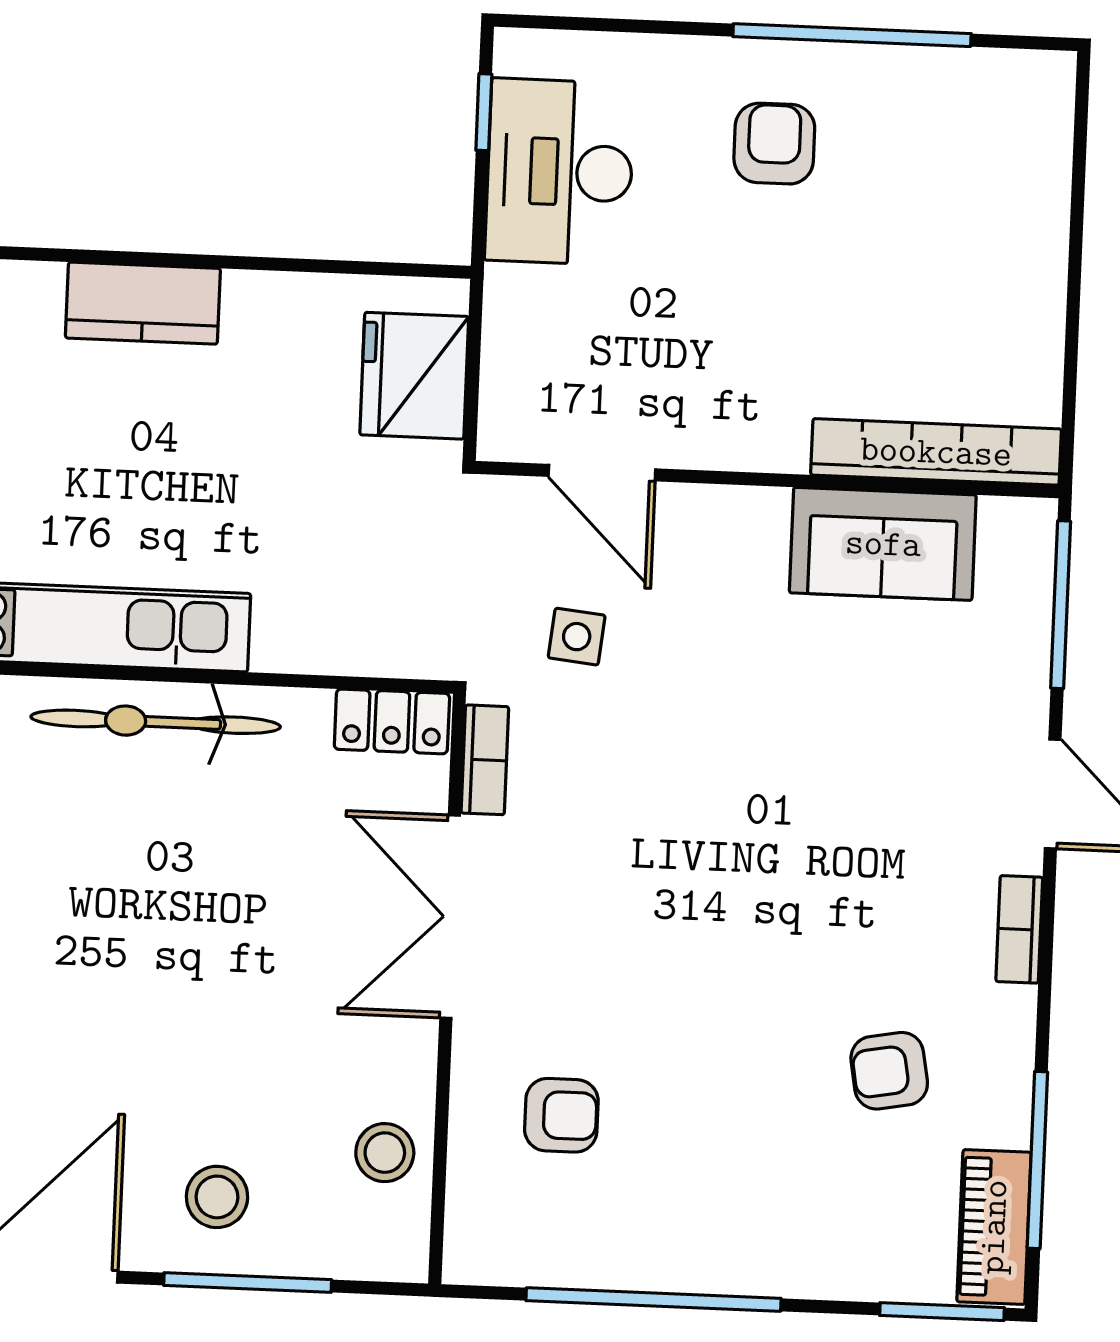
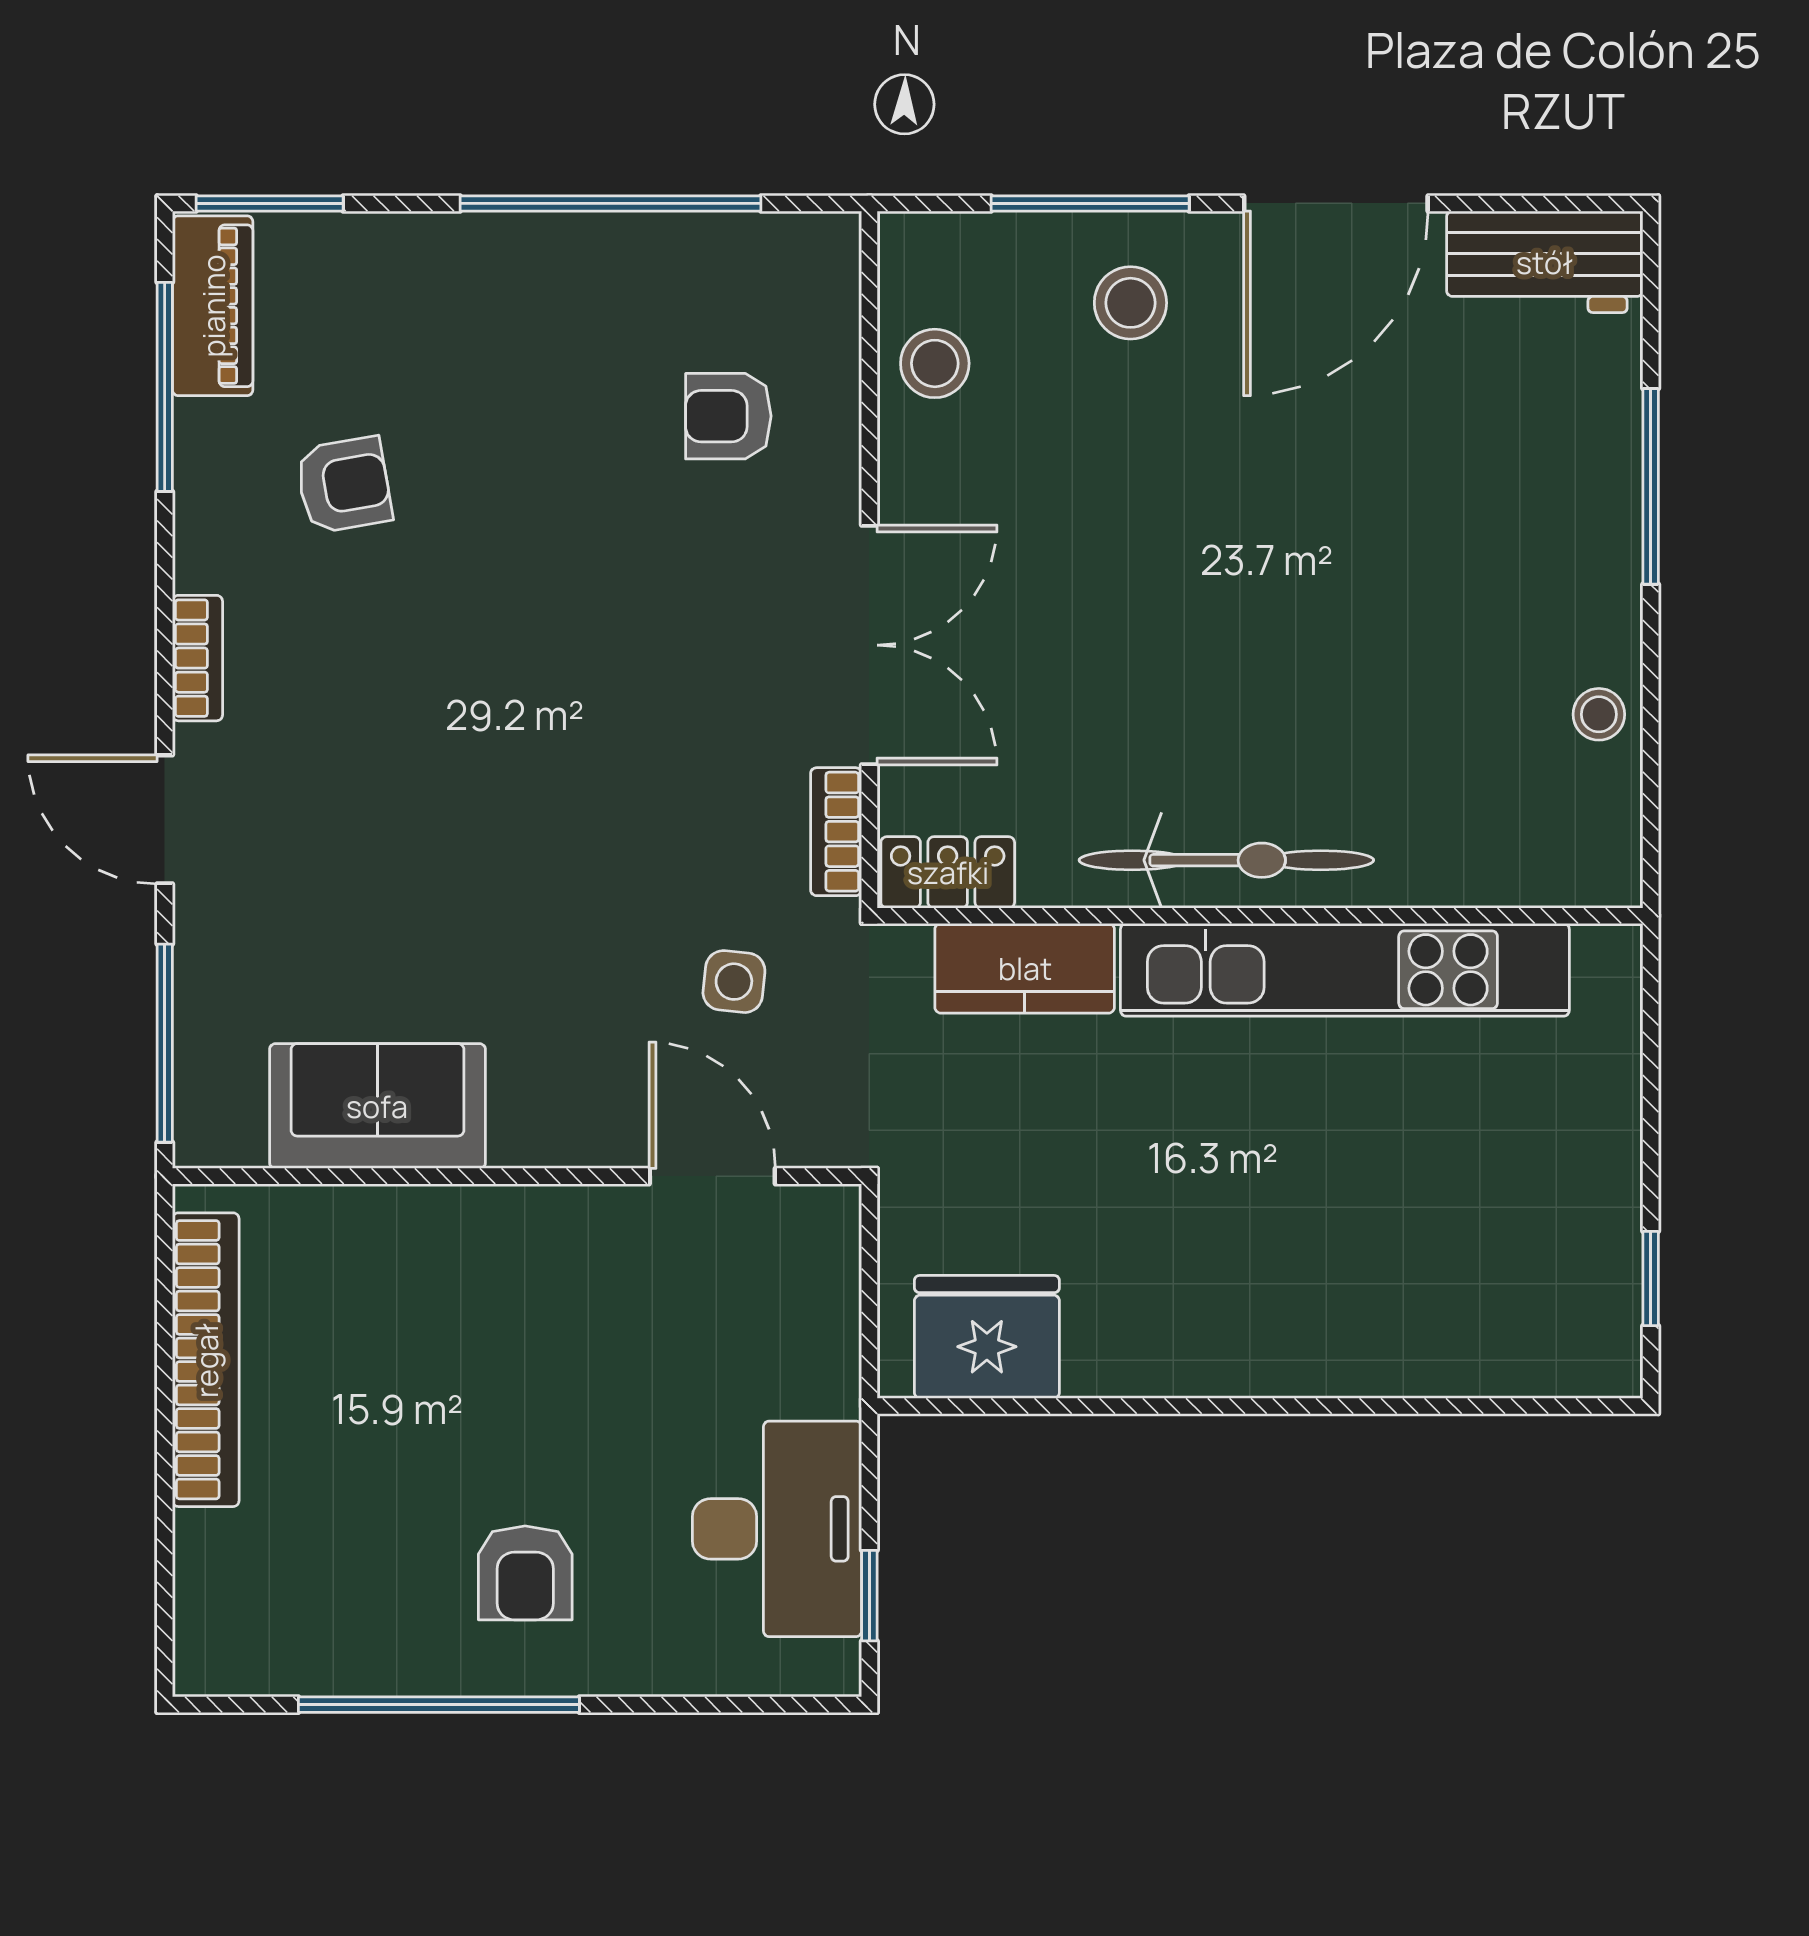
kitchen counter: (143, 303) -> (1025, 968), moved, turned 180
fridge: (414, 376) -> (987, 1337), moved, turned -90
bookcase: (936, 452) -> (206, 1360), moved, turned -90

